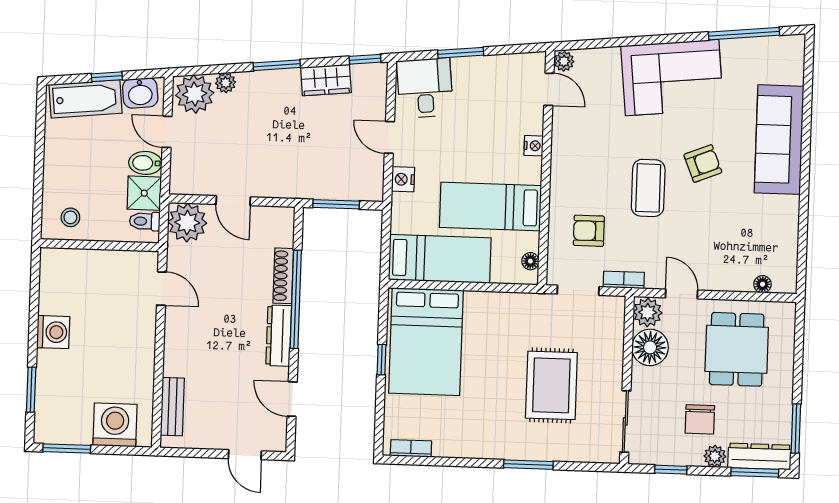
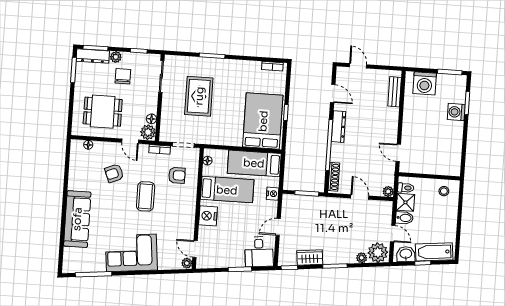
door: (389, 137) -> (278, 227), swing flipped
nightstand: (534, 146) -> (208, 216), width x1.89, depth x1.79
armchair: (703, 164) -> (114, 173), moved
nightstand: (403, 179) -> (273, 194), moved
plant: (187, 223) -> (388, 191), width x0.53, depth x0.53
shoe rack: (283, 276) -> (334, 177), moved
washing machine: (53, 332) -> (456, 112), moved
floor lamp: (650, 347) -> (151, 119), width x0.53, depth x0.53
dining table: (737, 349) -> (103, 112), turned 90

